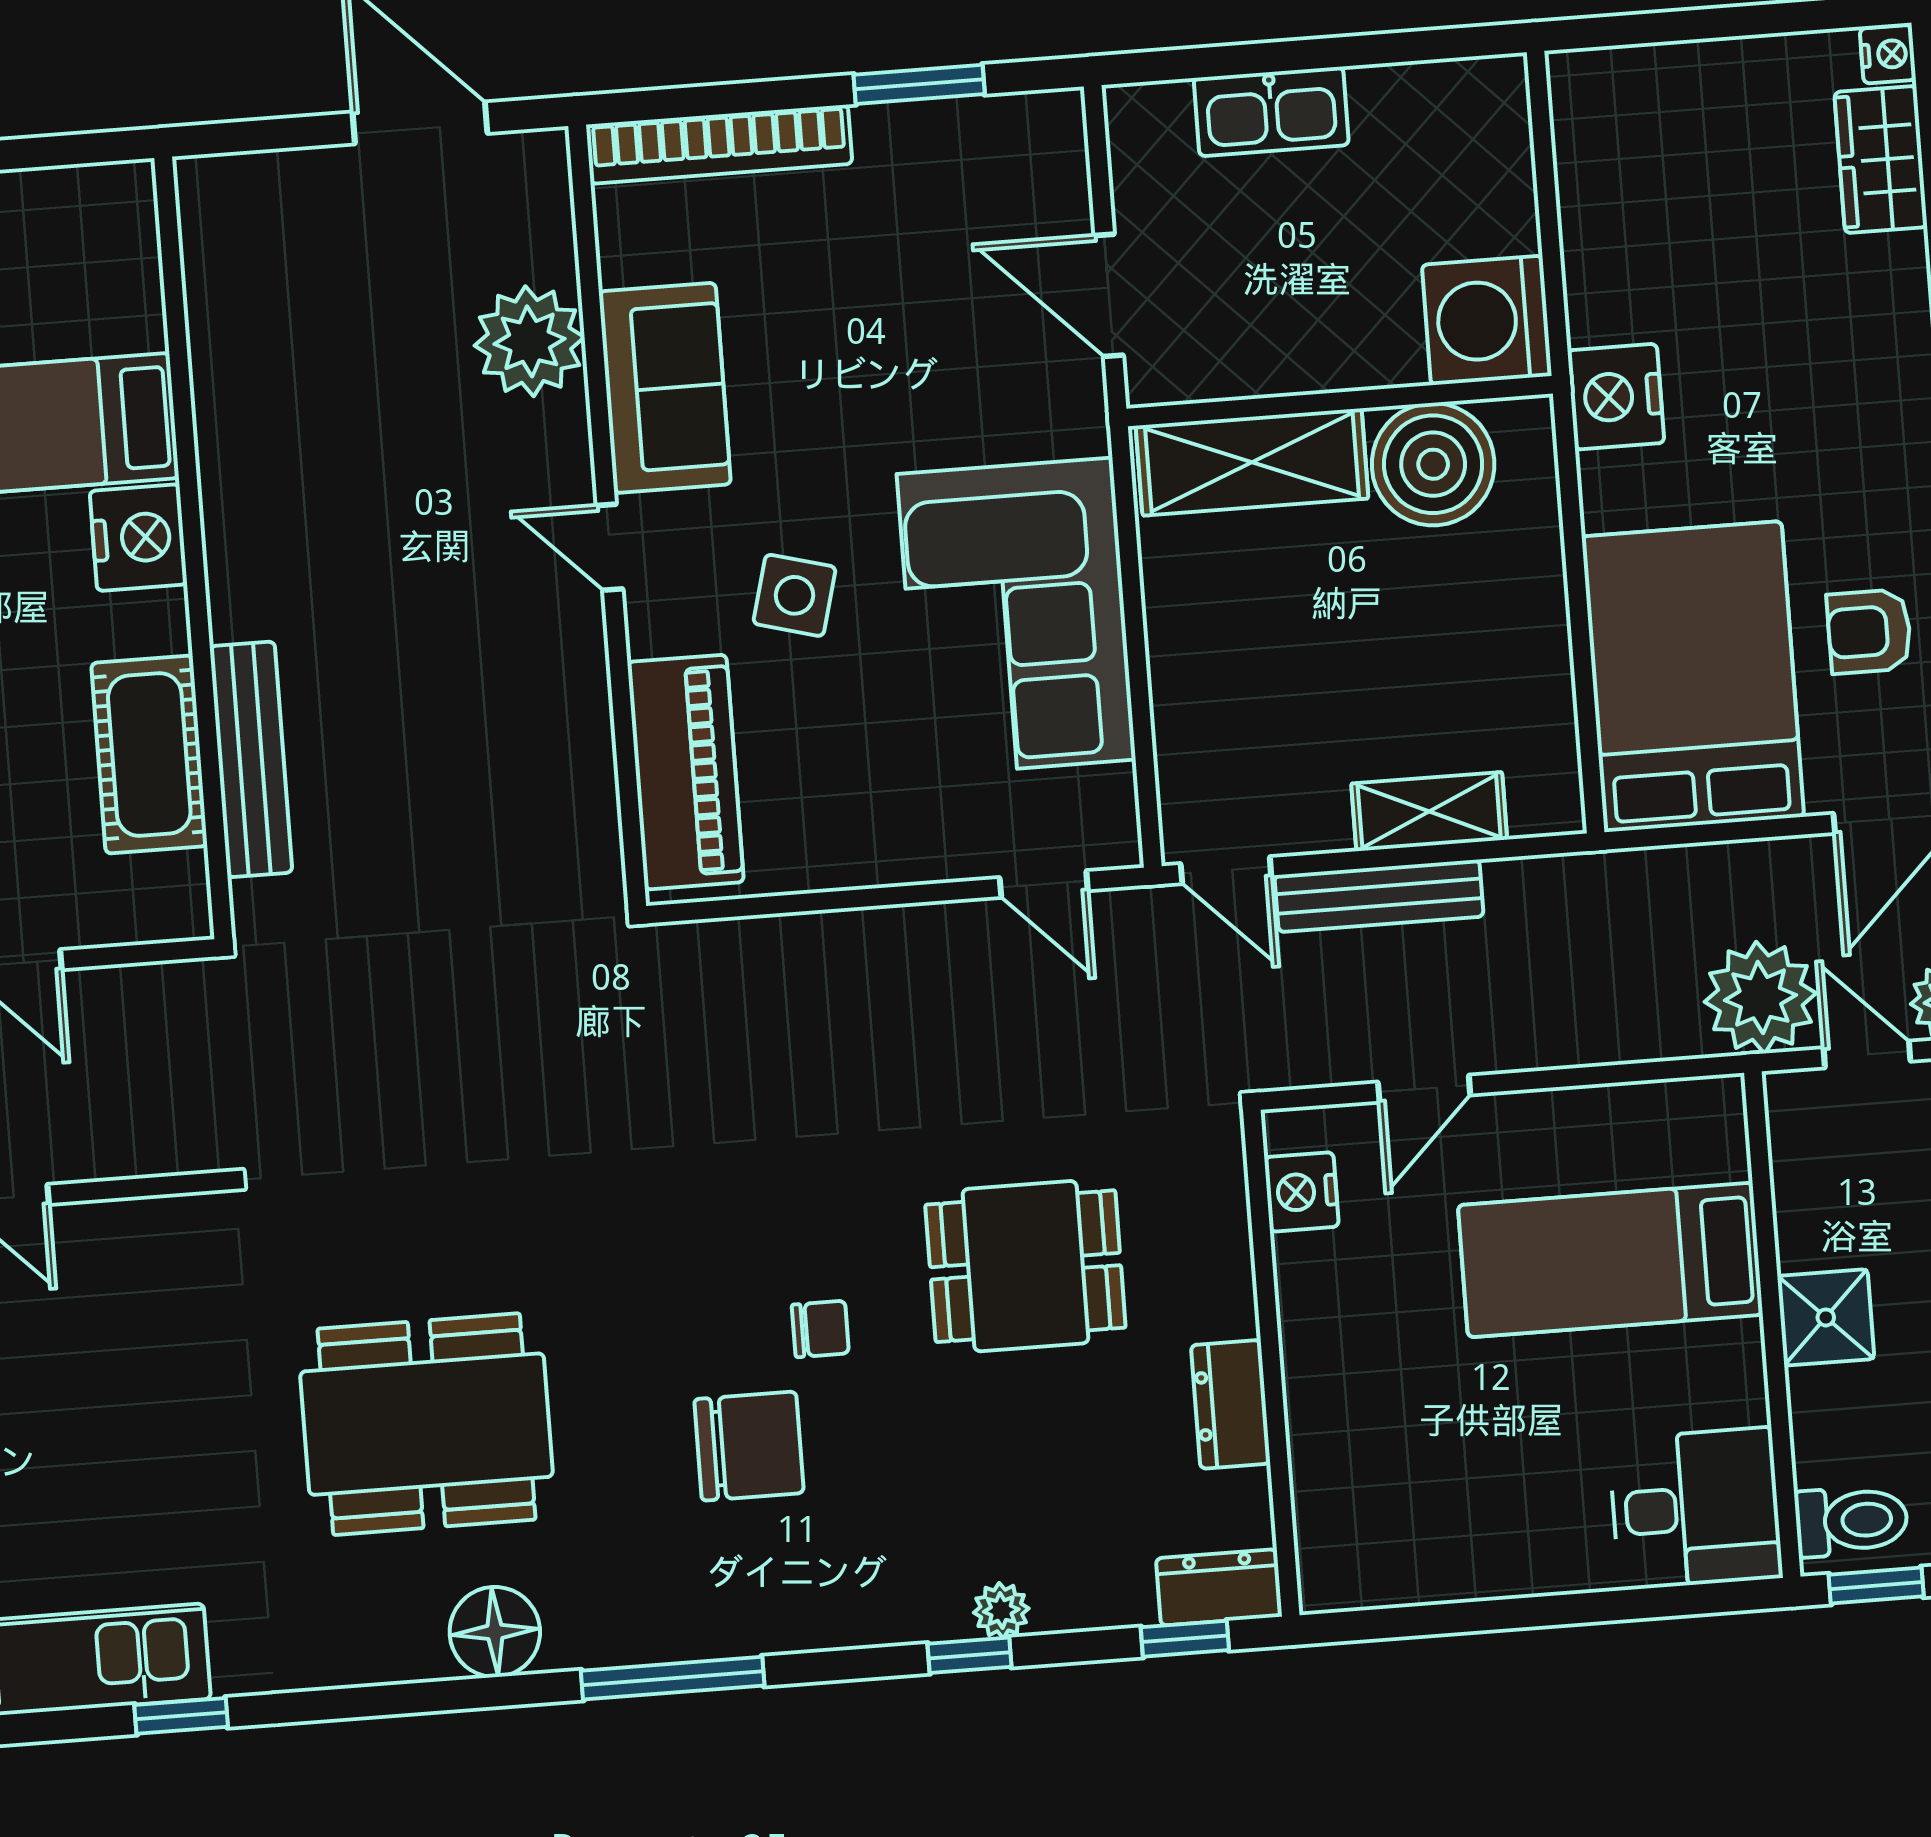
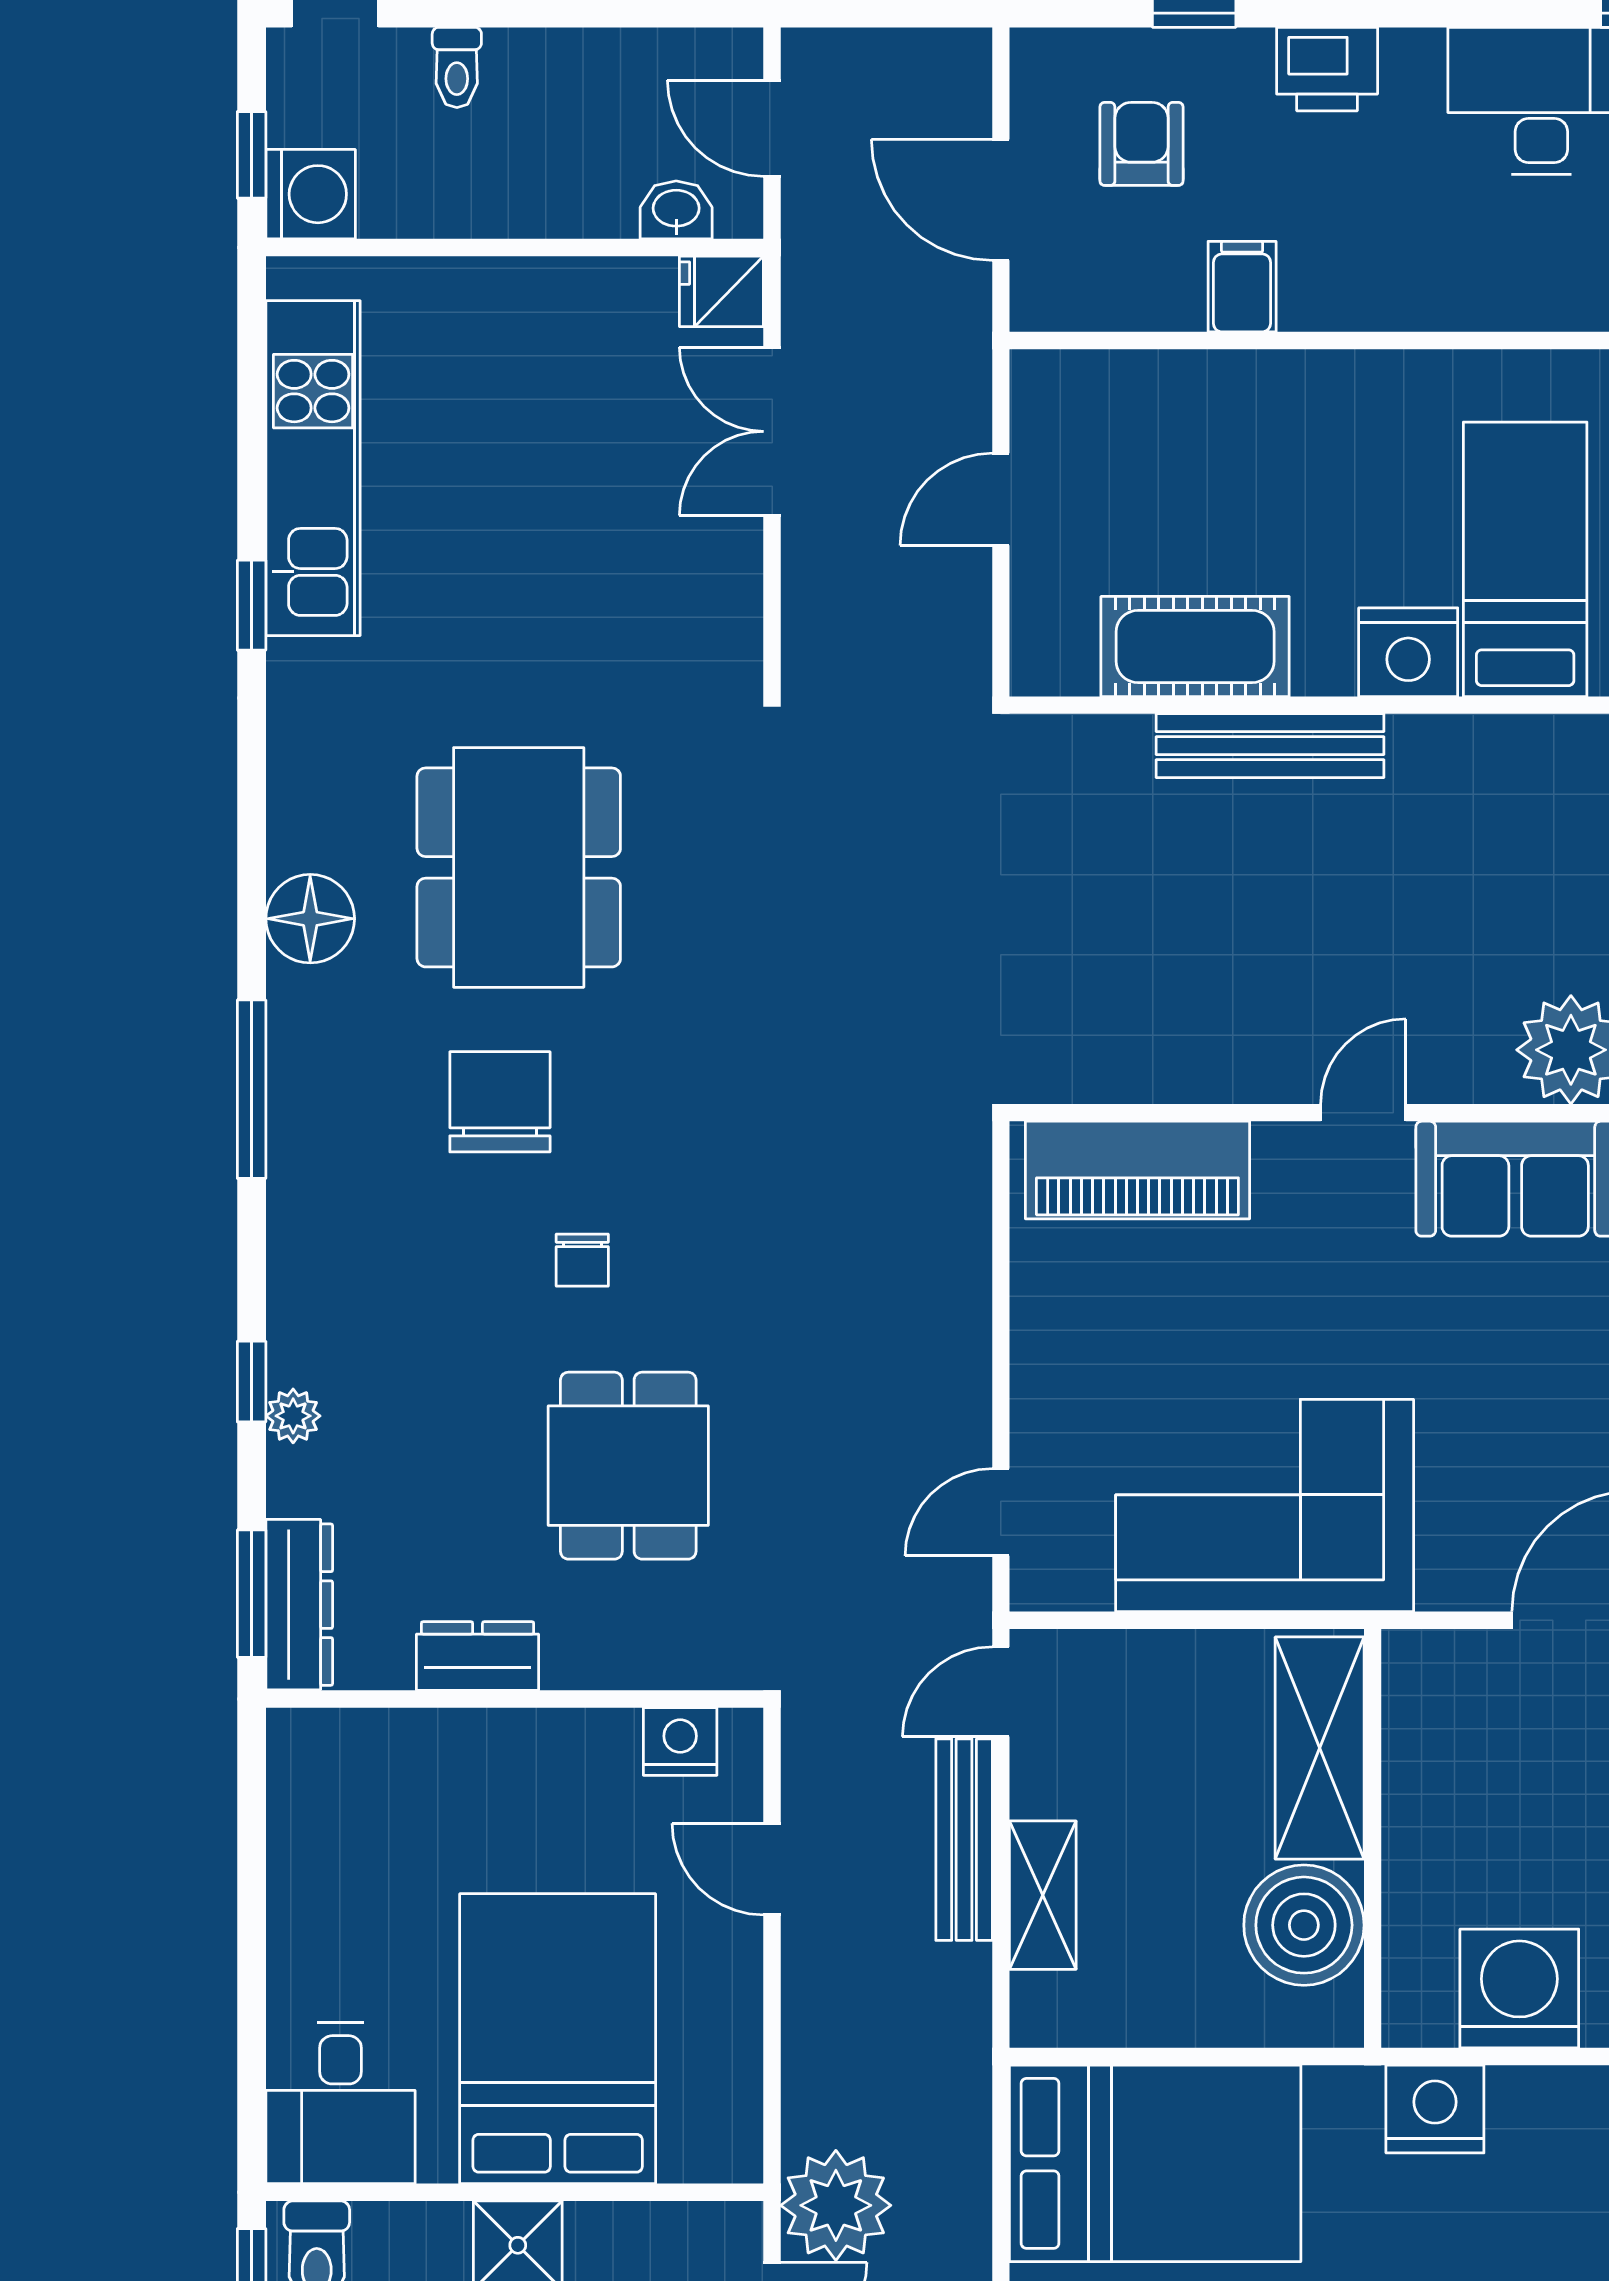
wall: (1340, 401) -> (1373, 1838), moved
shelving: (1252, 462) -> (1320, 1748), moved
boiler: (1433, 464) -> (1304, 1925), moved
side table: (794, 595) -> (1302, 1290), removed
bench: (251, 759) -> (1270, 746), moved
bed: (1610, 1260) -> (558, 2039), width x1.50
chair: (749, 1446) -> (500, 1102), moved, turned 180
dresser: (1219, 1587) -> (299, 1605), width x1.44
window: (1185, 1639) -> (252, 1594), width x1.50

